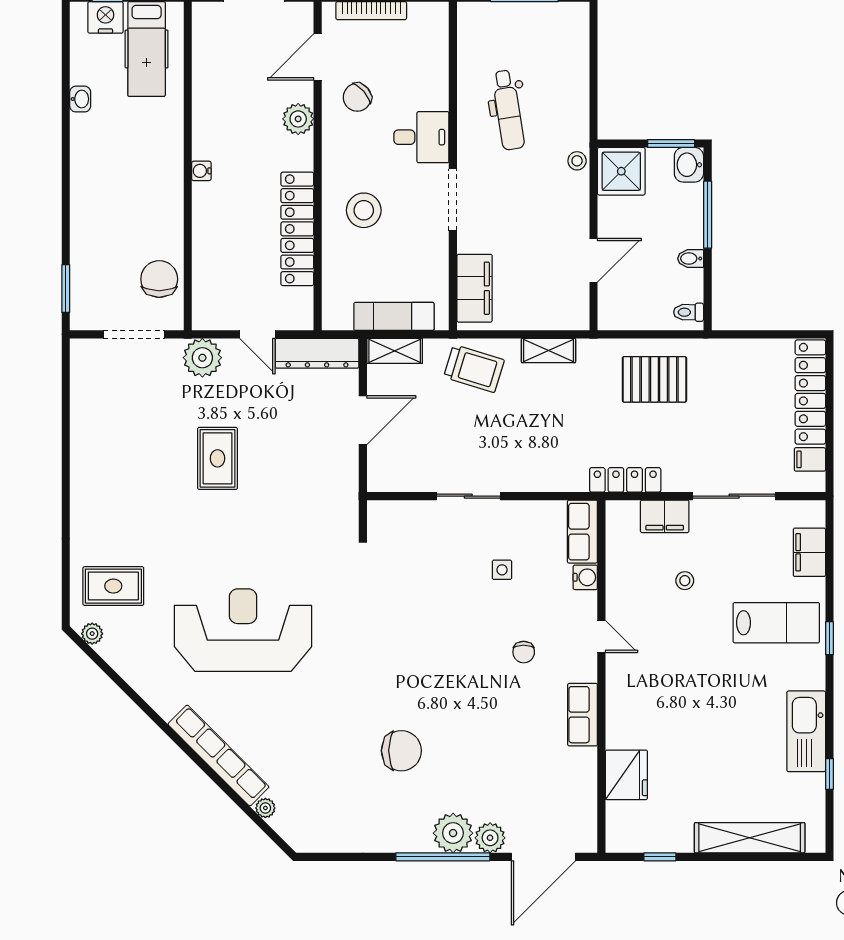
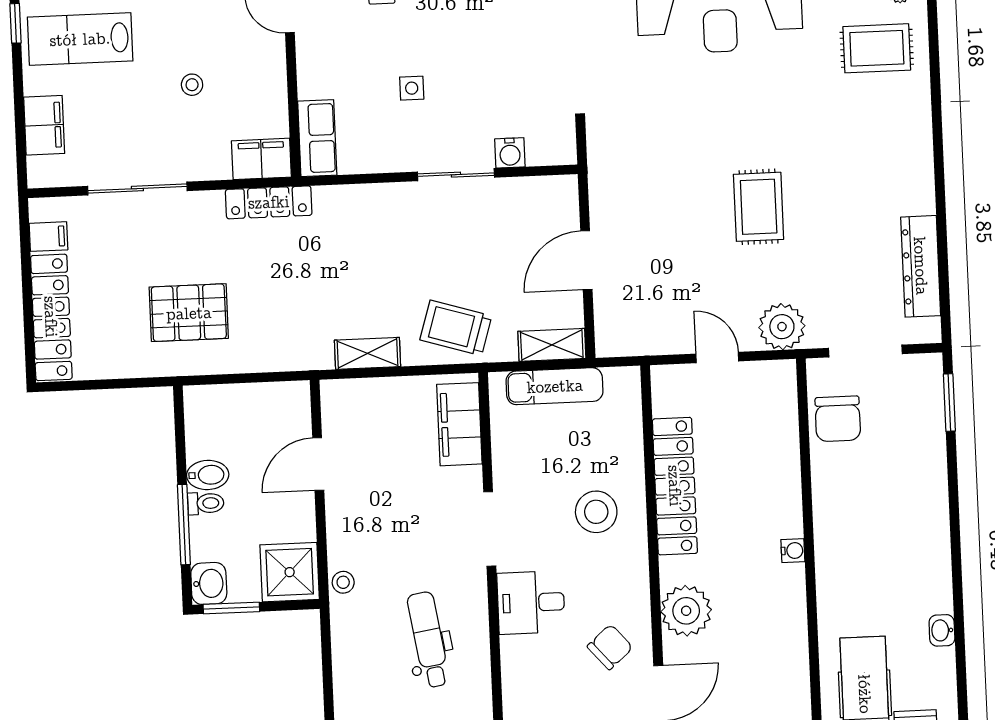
plant: (298, 119) -> (686, 611), width x1.36, depth x1.36
bidet: (691, 259) -> (208, 475), width x1.38, depth x1.36
toilet: (689, 312) -> (206, 503), moved
dresser: (317, 353) -> (921, 266), moved, turned -90
pallet: (654, 379) -> (189, 313), moved
filing cabinet: (665, 516) -> (261, 159), moved
water cooler: (585, 577) -> (510, 153), moved, turned -90

